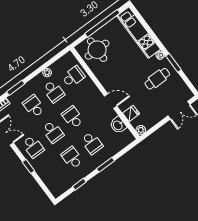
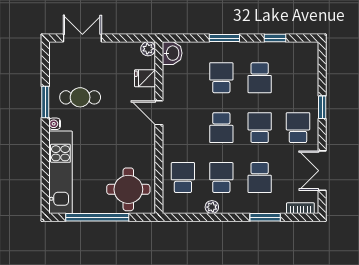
school desk: (73, 77) -> (183, 178), turned 90
washbasin: (118, 125) -> (172, 53), moved

